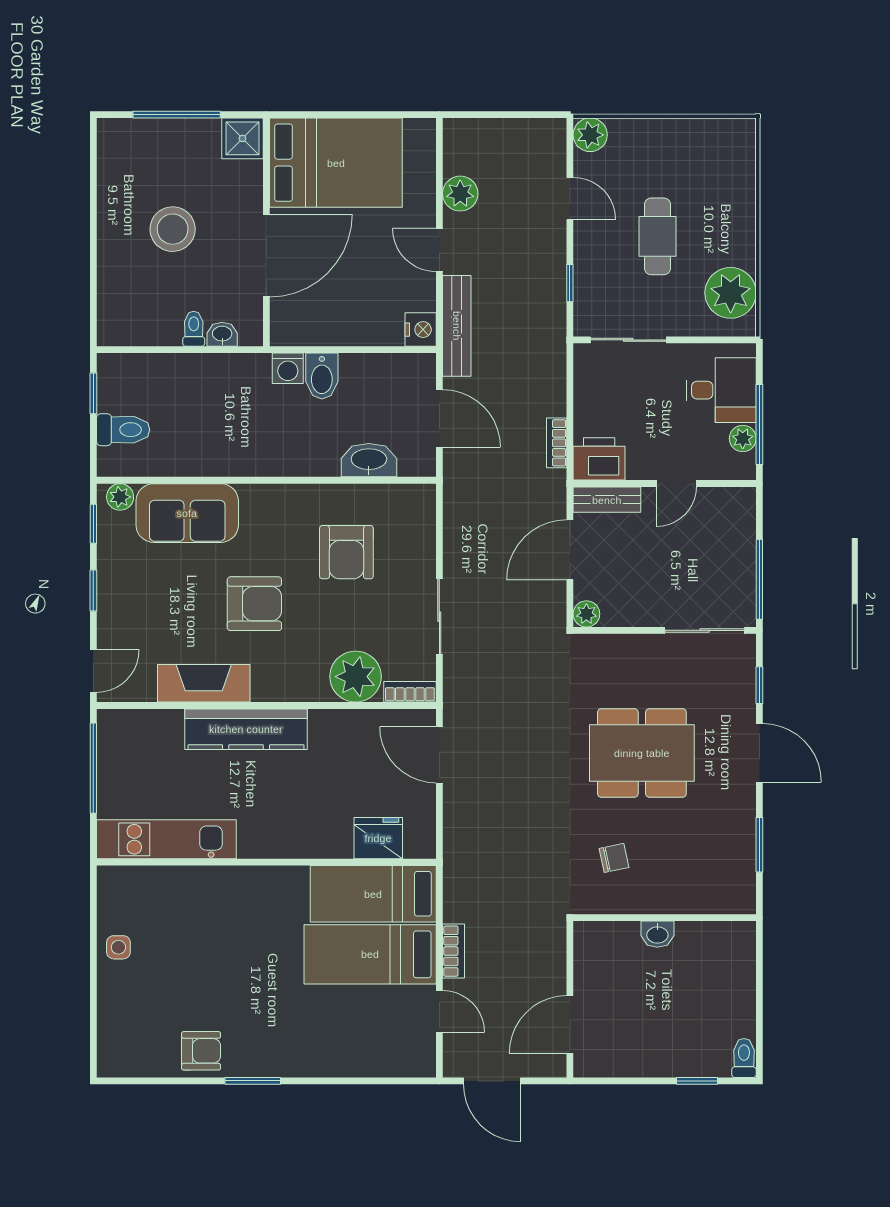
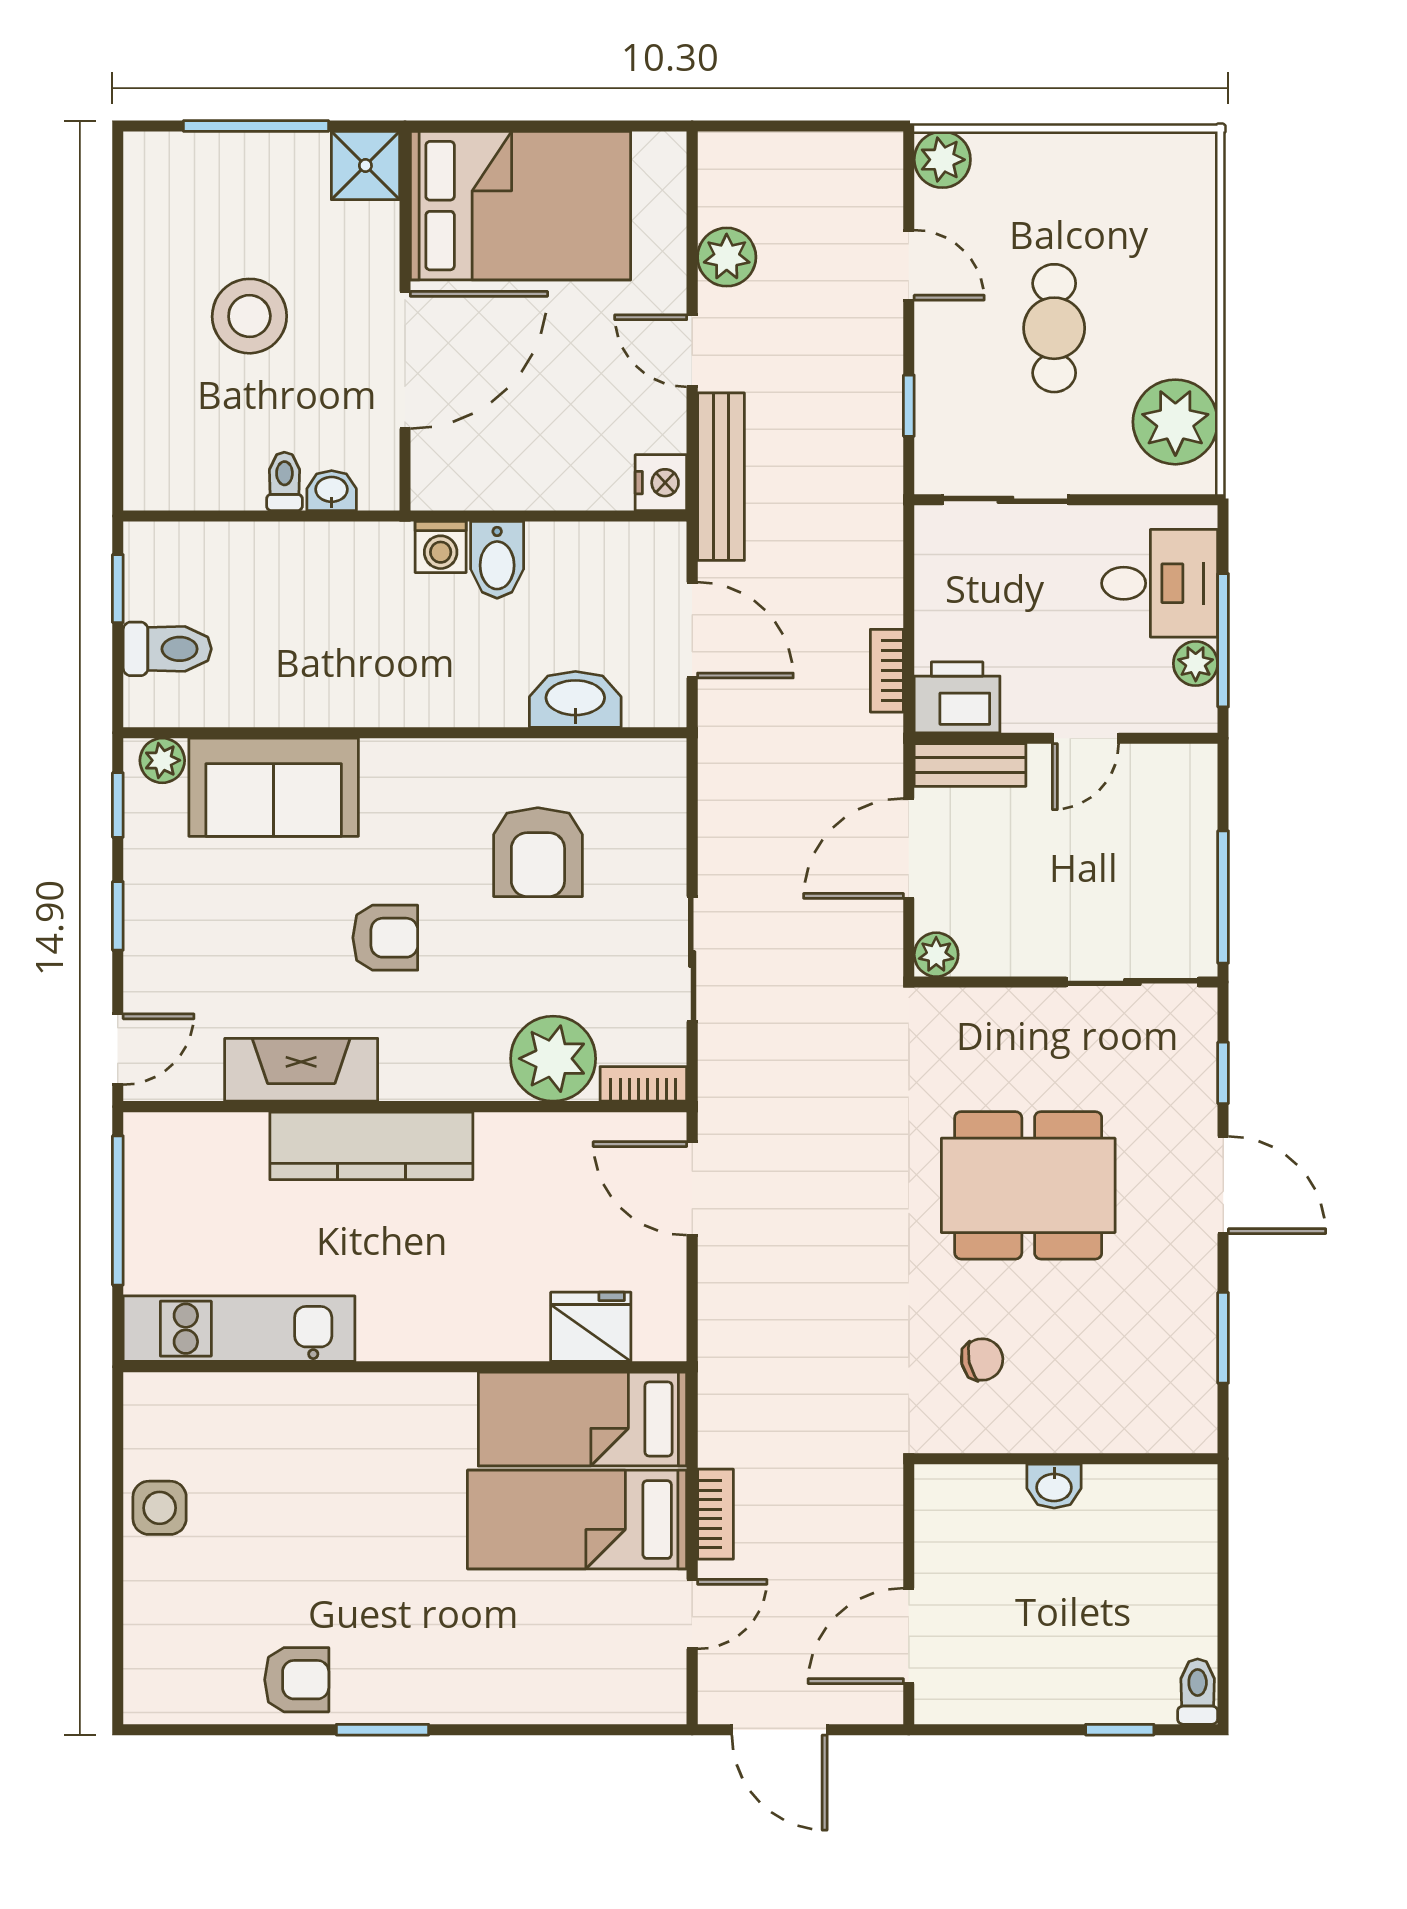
armchair: (254, 604) -> (385, 938), width x0.72, depth x0.72
side table: (118, 947) -> (160, 1508), width x1.37, depth x1.37
door: (439, 1011) -> (692, 1614), hinge flipped

